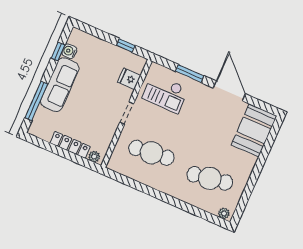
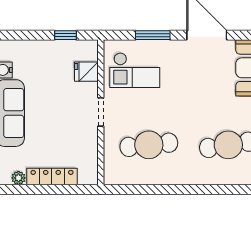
plant: (94, 157) -> (18, 178), moved

